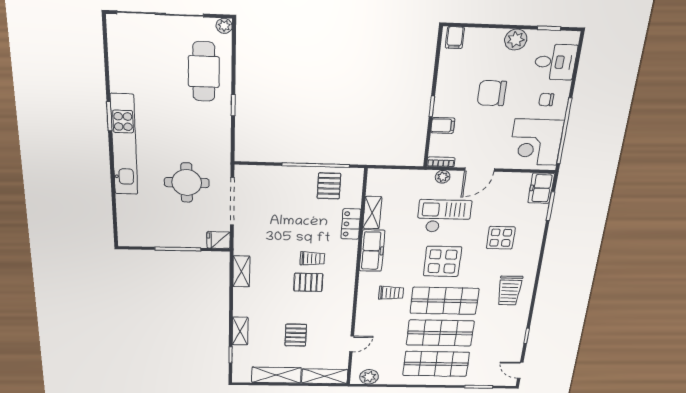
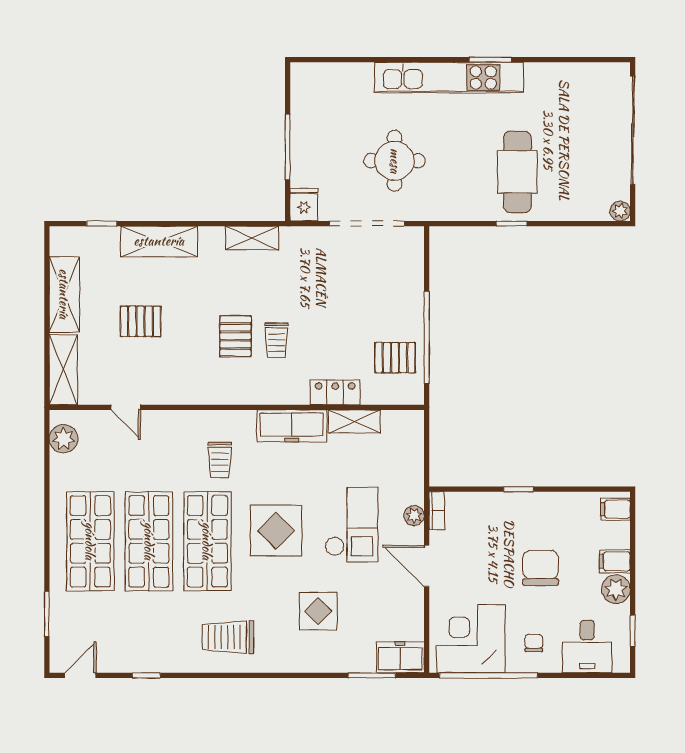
cafe table: (204, 72) -> (517, 172), moved, turned 90
filing cabinet: (443, 125) -> (615, 561), moved, turned 90
shelving: (240, 331) -> (159, 241), width x1.50, depth x1.33

